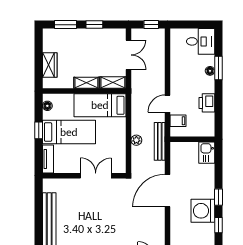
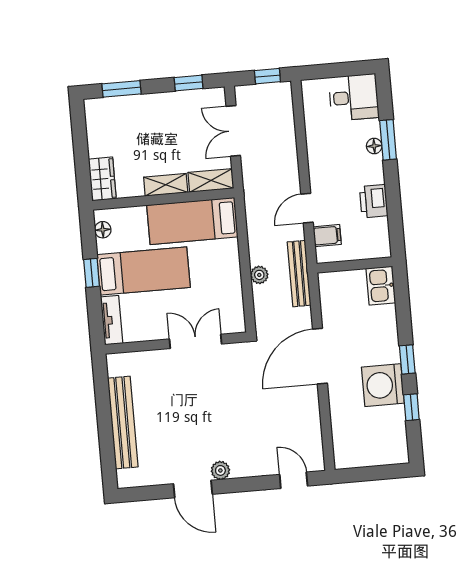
window: (94, 25) -> (189, 83), moved
double door: (129, 55) -> (233, 131), swing flipped
wardrobe: (50, 65) -> (102, 179), moved

